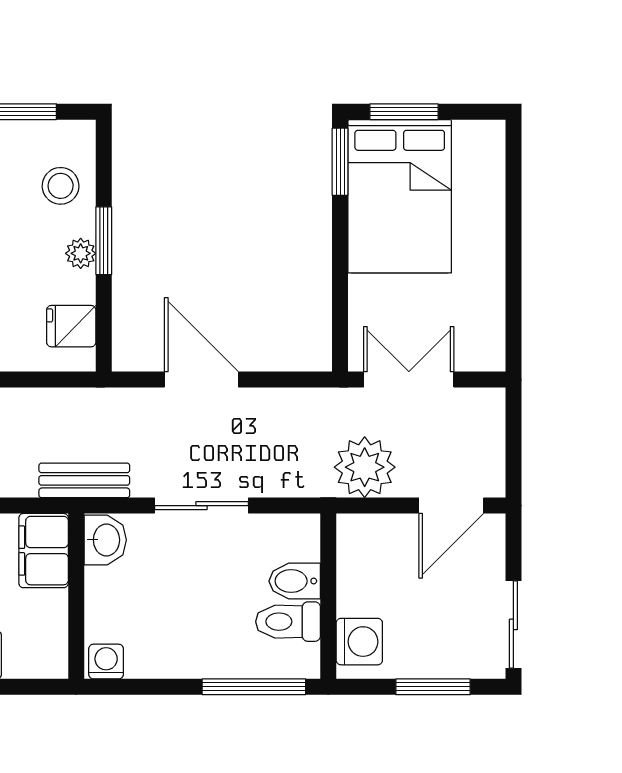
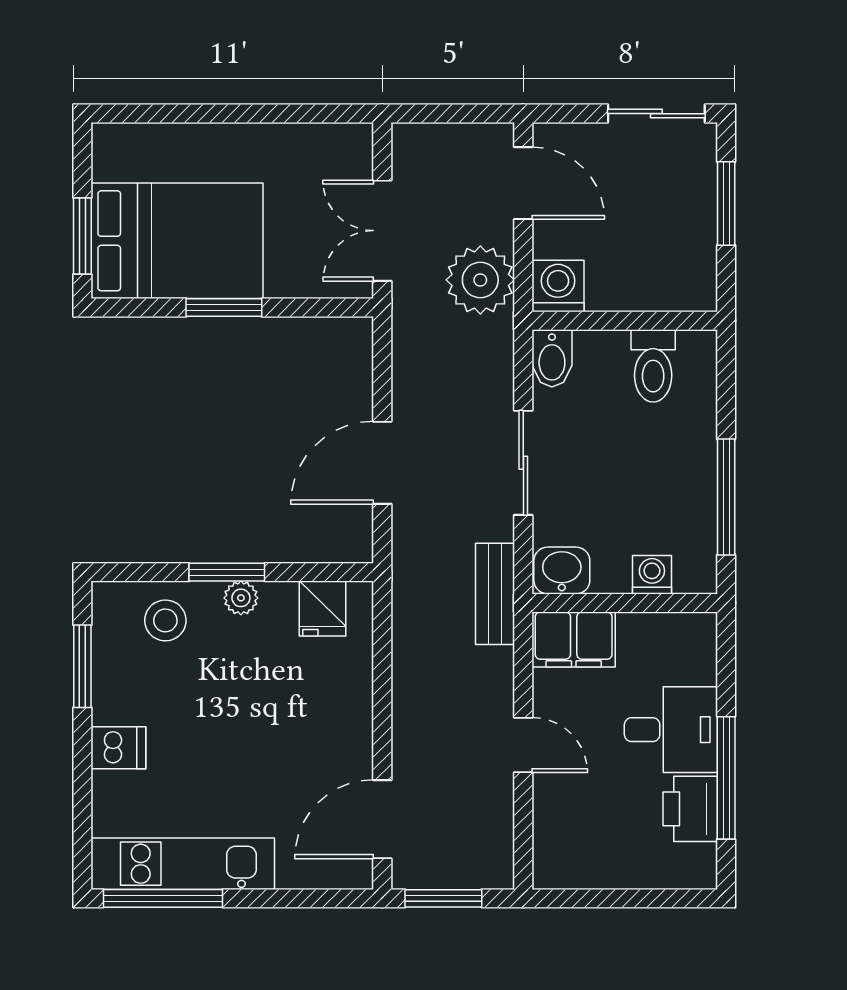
window: (340, 162) -> (224, 308), moved
bidet: (295, 581) -> (552, 358), moved
washing machine: (359, 642) -> (558, 286), moved
washing machine: (106, 662) -> (652, 575), moved, turned 90
window: (254, 687) -> (726, 497), moved

